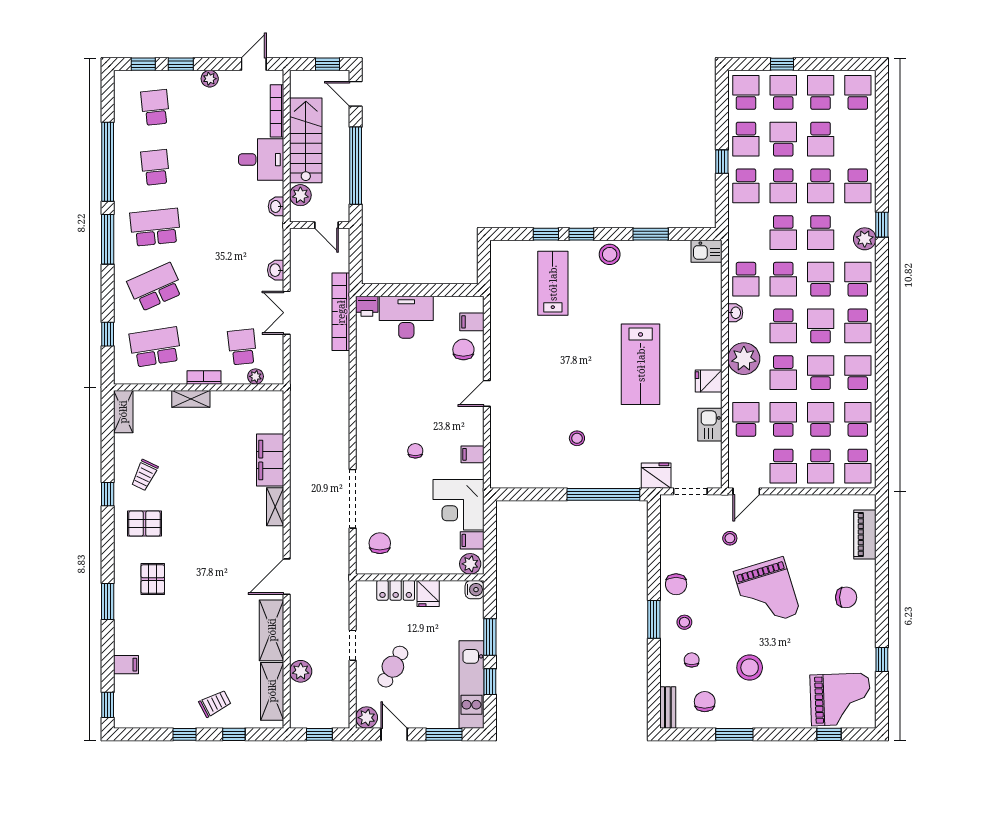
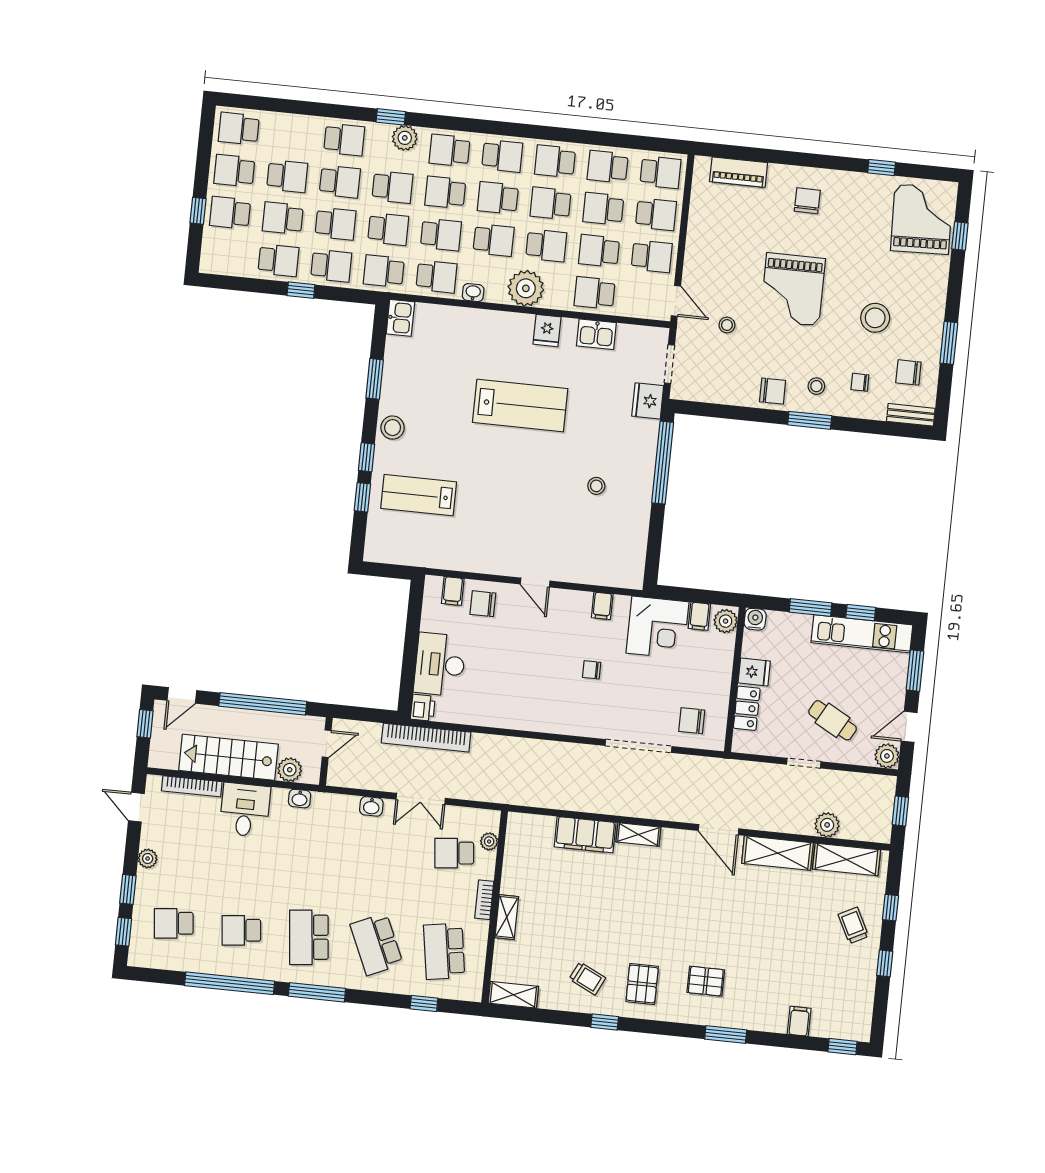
school desk: (746, 92) -> (384, 271), moved
grand piano: (767, 593) -> (793, 290), turned 107

